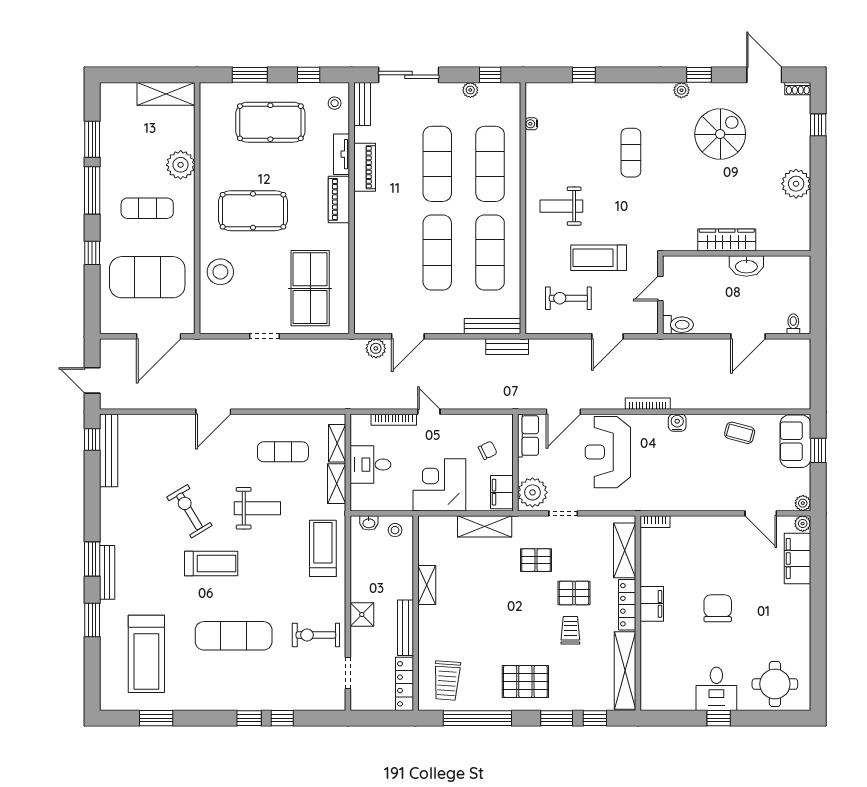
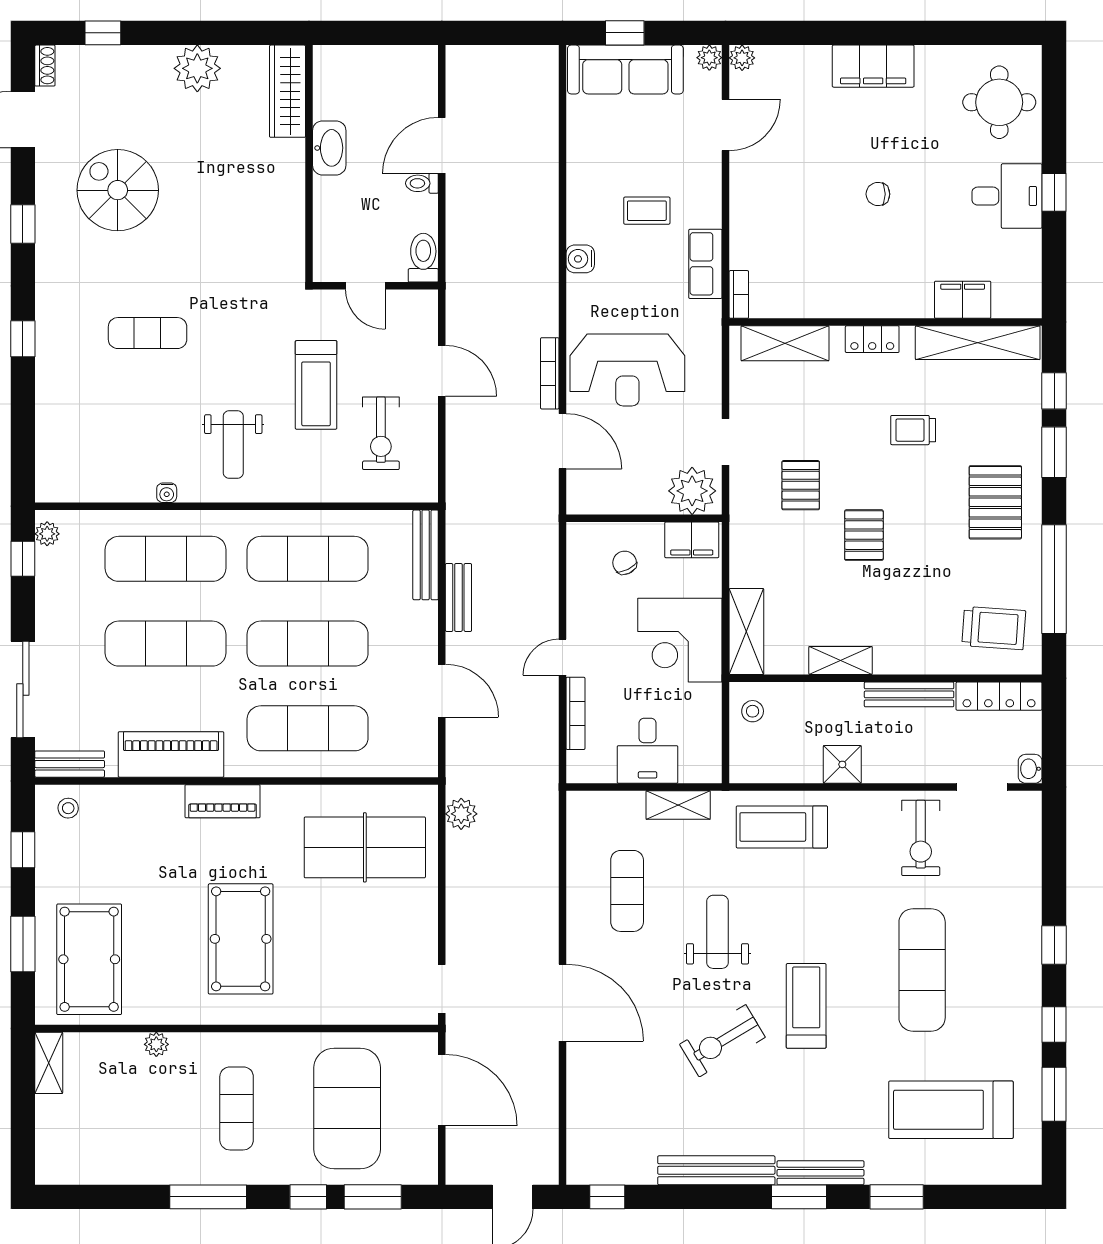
window: (584, 75) -> (23, 339), moved
plant: (470, 90) -> (47, 534), moved
plant: (681, 90) -> (47, 252), removed
shelving: (166, 94) -> (49, 1063), width x0.67, depth x0.75
pool table: (270, 122) -> (89, 959), moved
water cooler: (531, 124) -> (167, 493), moved
window: (92, 139) -> (373, 1197), moved
tv unit: (341, 154) -> (150, 797), removed
plant: (181, 165) -> (156, 1044), width x0.53, depth x0.53
piano: (365, 167) -> (171, 754), width x1.37, depth x1.33
wardrobe: (727, 240) -> (288, 91), moved
exercise mat: (384, 253) -> (308, 728), added
stool: (220, 272) -> (339, 991), removed
toilet: (793, 324) -> (422, 183), moved
doorway: (264, 336) -> (442, 989), moved
door: (748, 336) -> (442, 145), swing flipped
bench: (507, 347) -> (458, 597), moved
plant: (376, 348) -> (461, 814), moved
bookcase: (648, 404) -> (550, 373), moved
door: (213, 412) -> (563, 1003), width x1.36
coffee table: (740, 433) -> (647, 211), moved, turned 75
row of seats: (528, 435) -> (705, 264), moved, turned -90
sofa: (795, 441) -> (625, 69), width x1.36
shelving: (337, 443) -> (613, 804), removed
bench: (109, 450) -> (716, 1170), moved
washbasin: (369, 523) -> (1030, 769), moved, turned 180
shelving: (485, 526) -> (746, 632), moved
filing cabinet: (797, 558) -> (873, 66), moved
pallet: (574, 593) -> (864, 535), moved
filing cabinet: (652, 604) -> (963, 300), moved
locker: (627, 605) -> (872, 339), width x0.66
chair: (718, 608) -> (878, 194), width x0.54, depth x0.54
shower: (362, 614) -> (842, 764), moved
treadmill: (146, 654) -> (951, 1110), turned 180
window: (282, 718) -> (1054, 1025), moved

